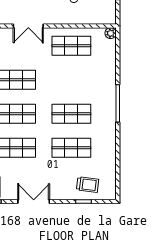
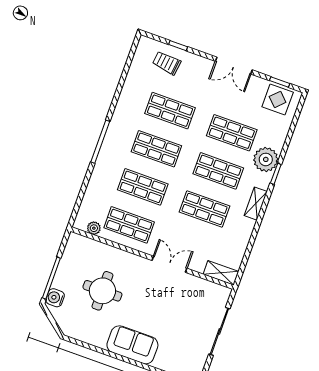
plant: (111, 33) -> (94, 228), moved
shop shelf: (71, 80) -> (143, 187), added

